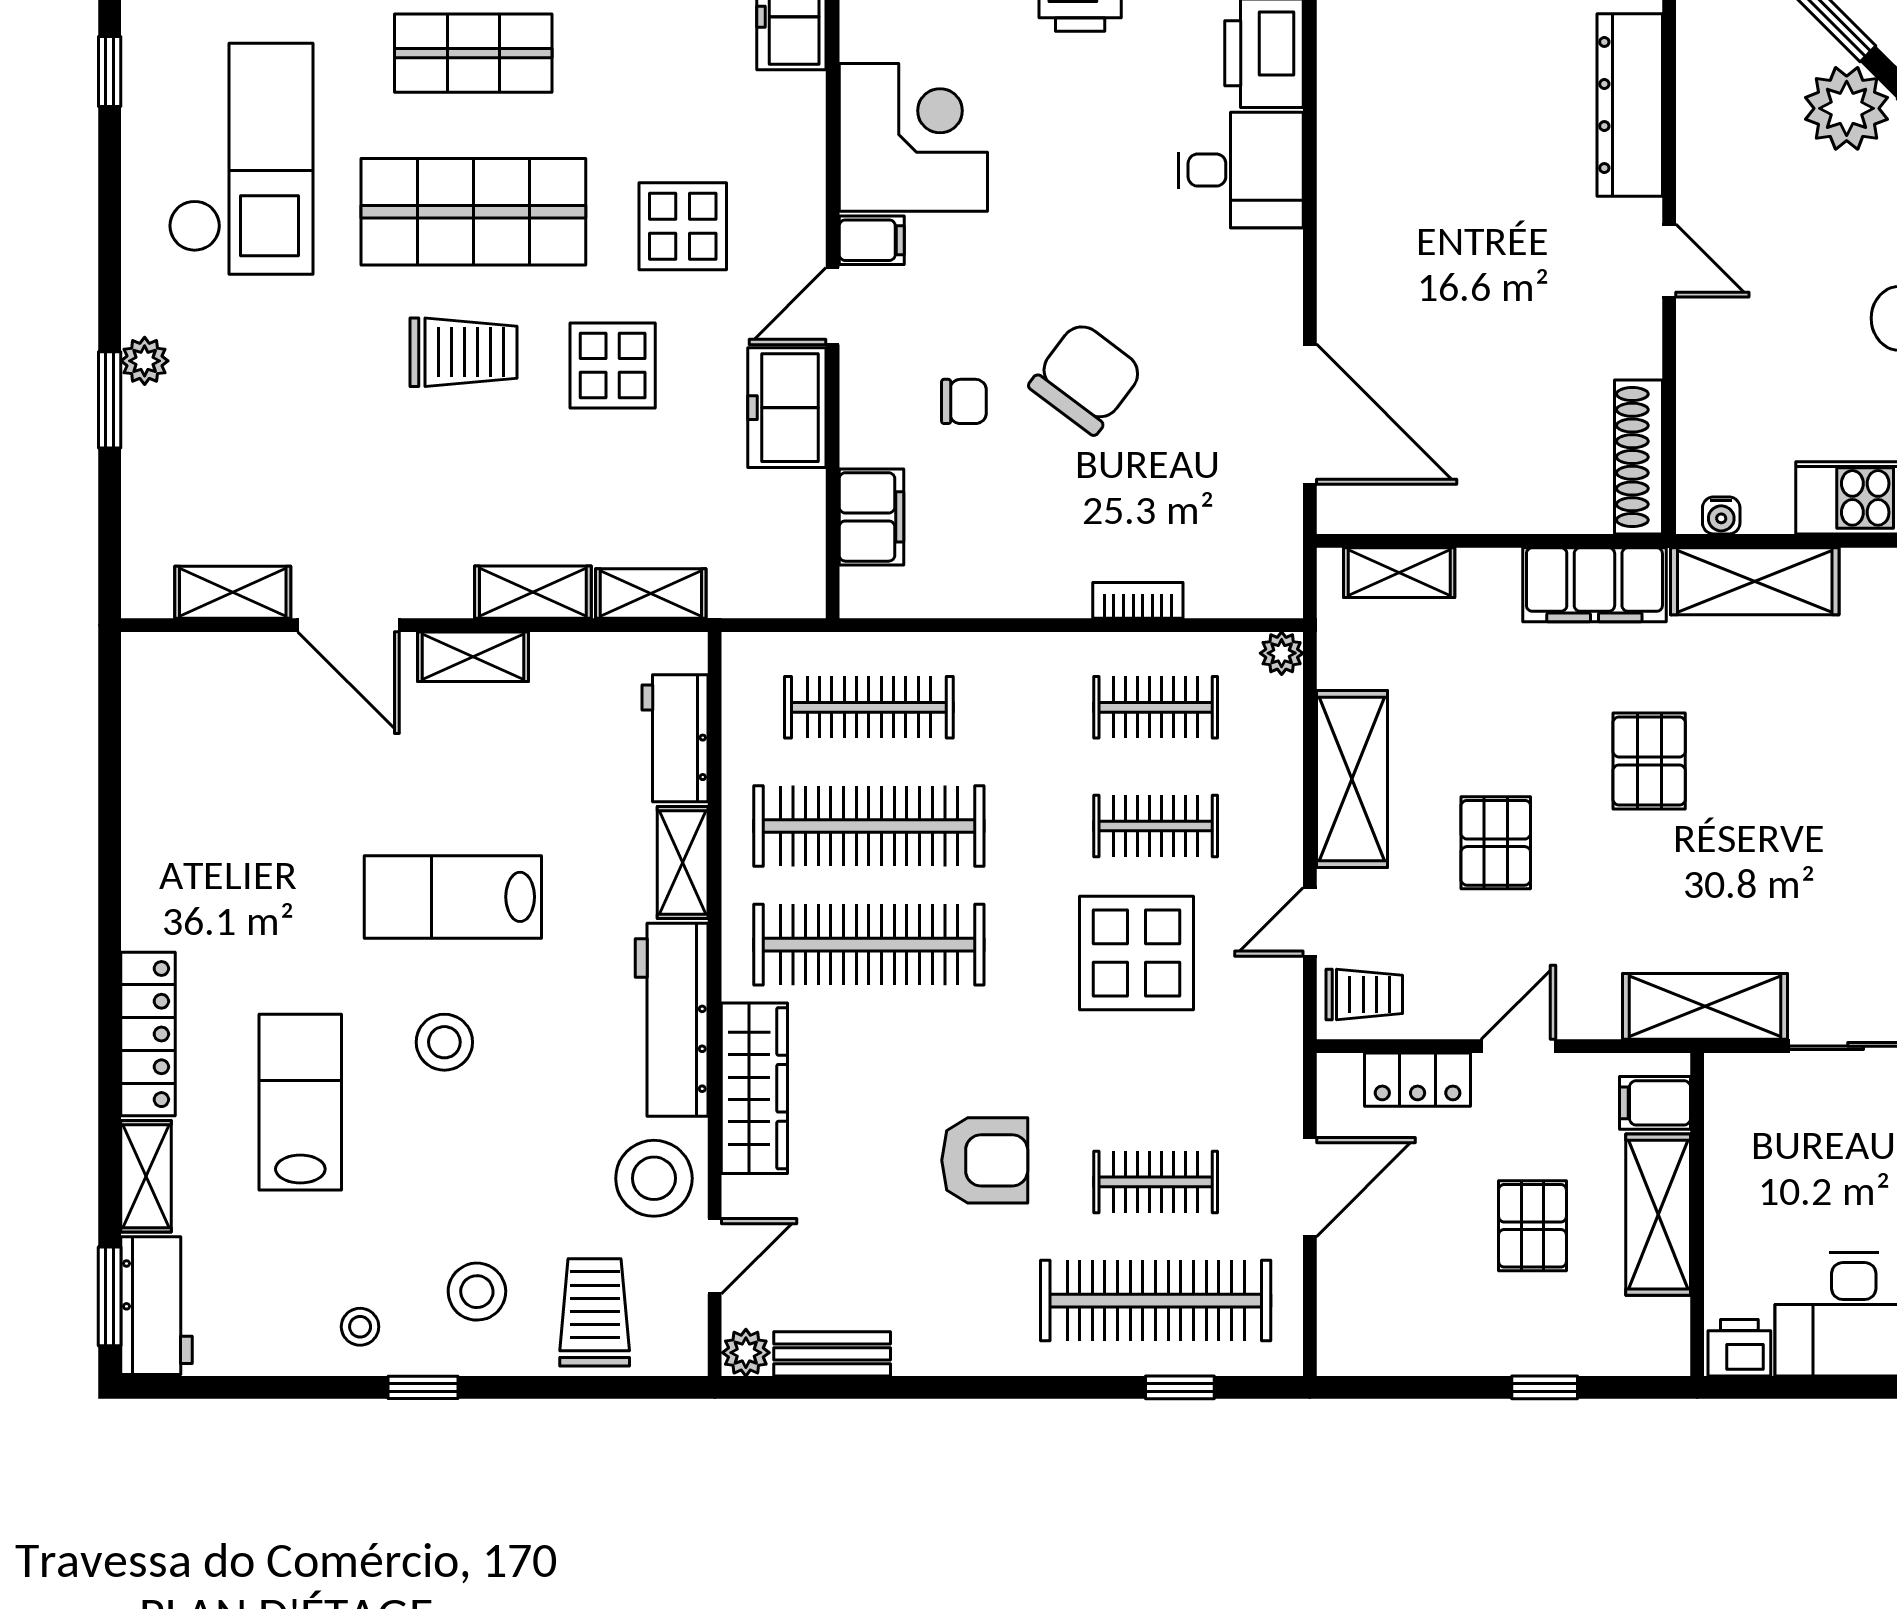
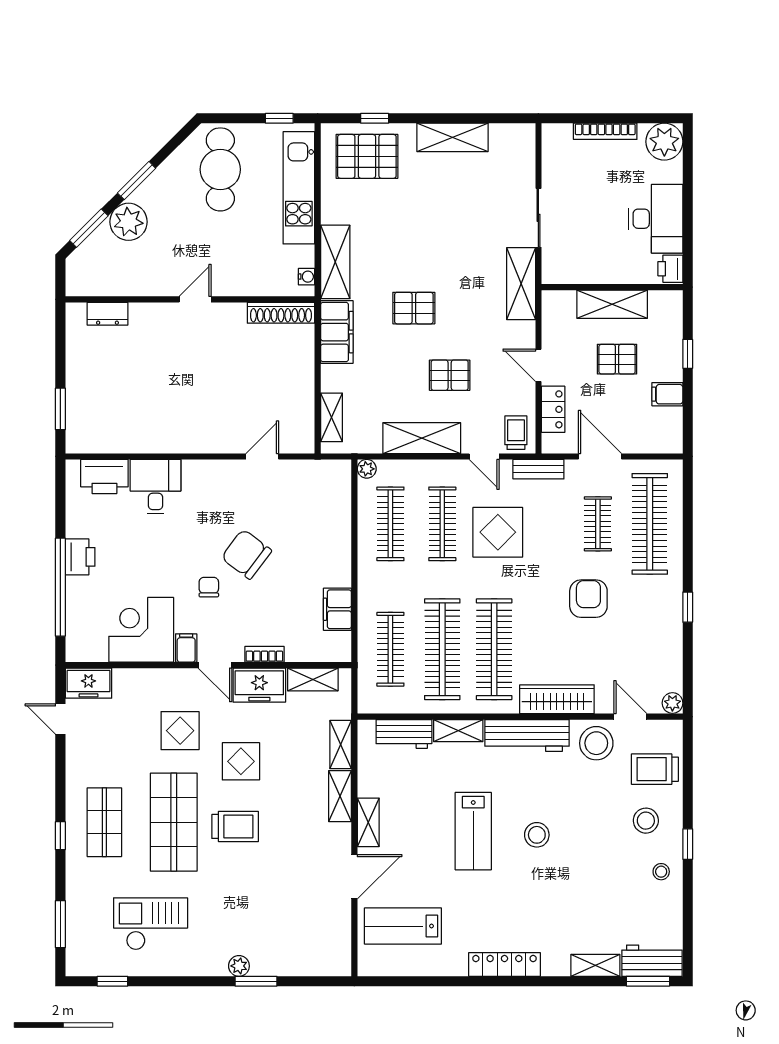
dresser: (1630, 105) -> (107, 314), width x0.51, depth x0.80
checkout: (241, 159) -> (151, 924), width x0.73, depth x0.83
trolley: (464, 352) -> (235, 826), turned 90
chair: (964, 401) -> (209, 587), moved
door: (1310, 414) -> (262, 456), width x0.53
filing cabinet: (871, 517) -> (337, 609), moved, turned -90
shelving: (233, 592) -> (313, 679), moved, turned 90
bookcase: (1138, 600) -> (264, 654), moved, turned 90
clothes rail: (1156, 707) -> (390, 524), width x1.36
clothes rail: (1156, 826) -> (442, 524), width x1.36
locker: (148, 1034) -> (504, 964), moved
lab bench: (300, 1102) -> (403, 926), moved
filing cabinet: (1655, 1103) -> (667, 394), moved, turned 90
bench: (832, 1354) -> (538, 469), moved, turned 90
window: (1180, 1387) -> (688, 607), moved

